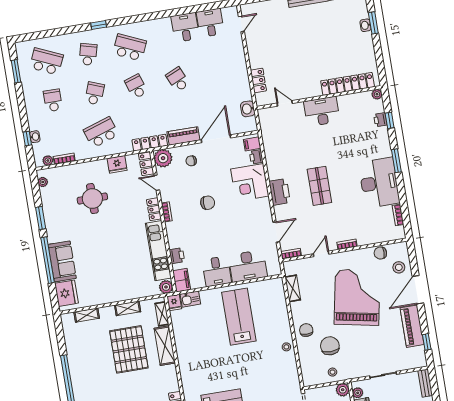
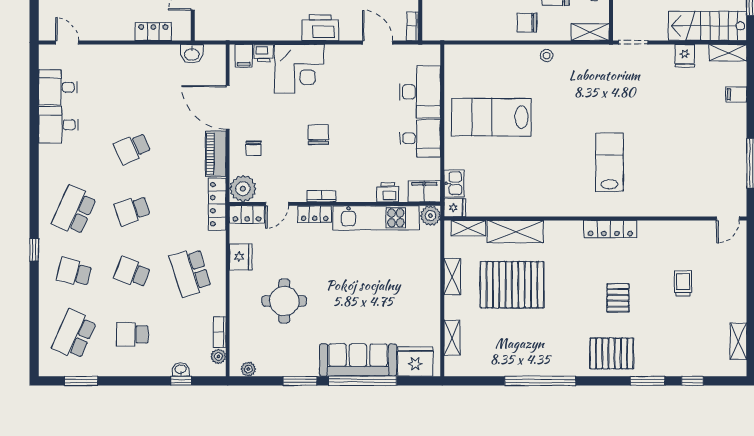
sofa: (62, 261) -> (358, 360), width x1.36
shelving: (293, 288) -> (590, 32), moved

